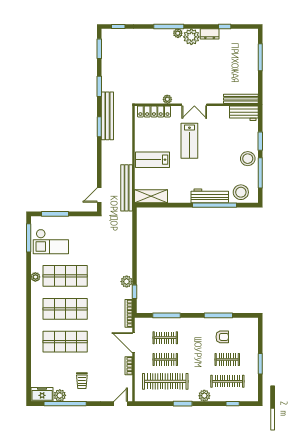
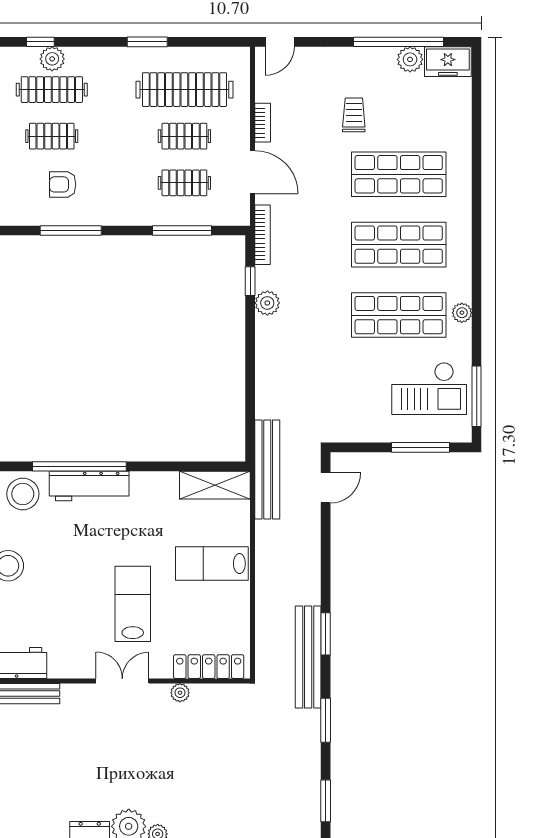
lab bench: (152, 160) -> (212, 563), turned 180
bench: (127, 188) -> (267, 469), moved
checkout: (51, 242) -> (429, 388), turned 180
trolley: (82, 381) -> (354, 115), moved
plant: (204, 396) -> (52, 59), moved

